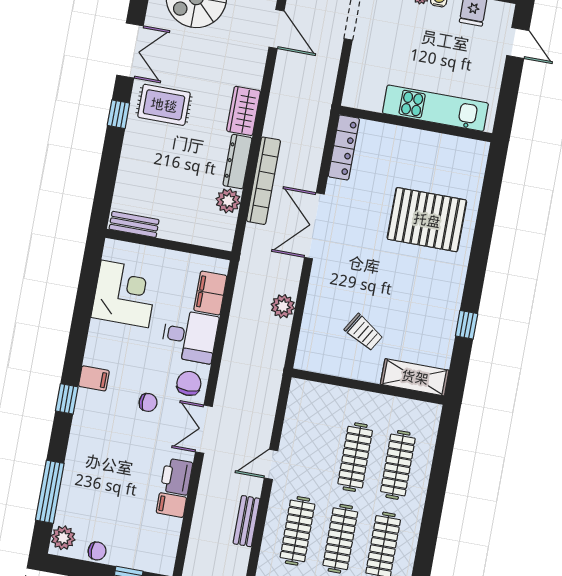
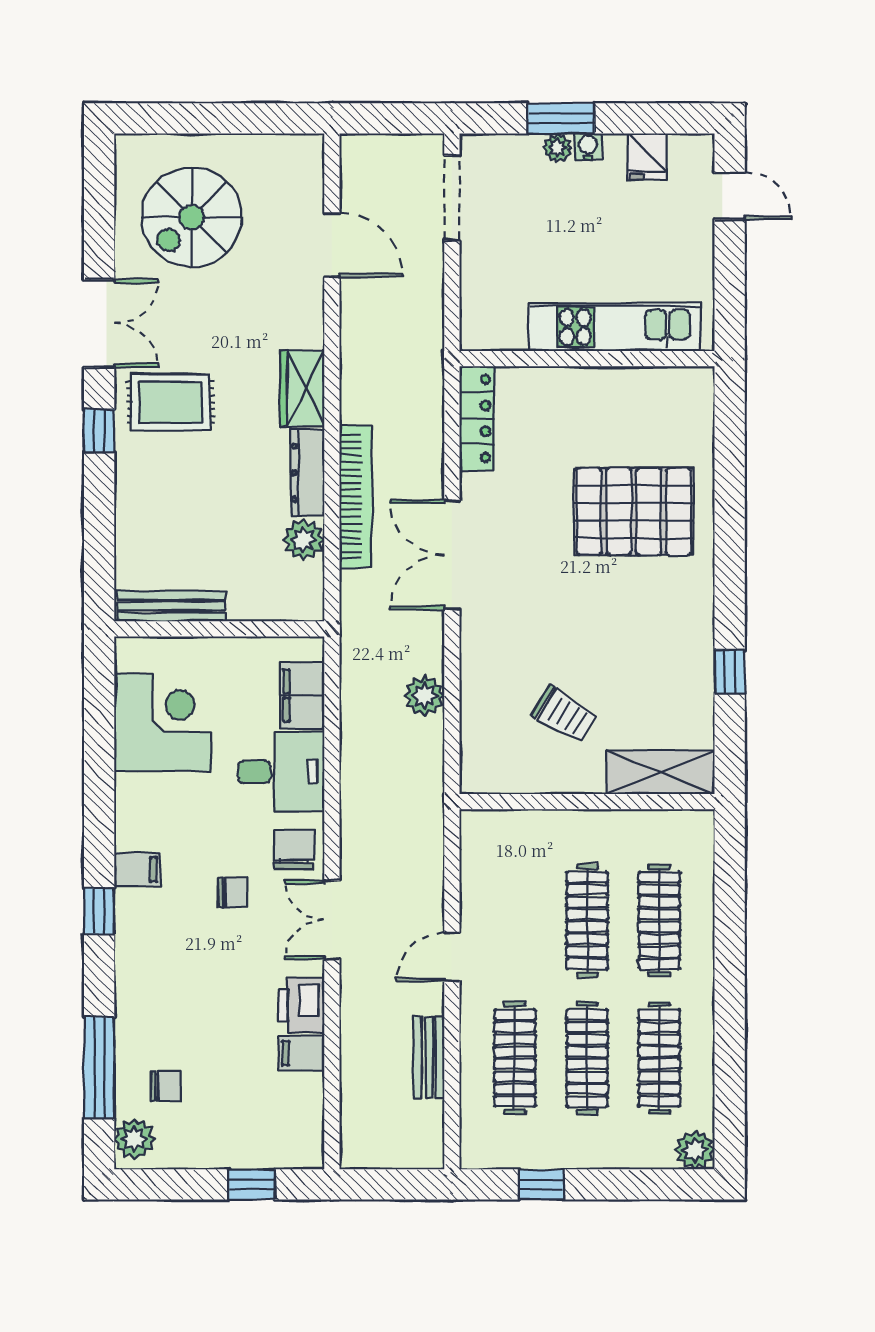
bench: (134, 224) -> (172, 606), width x1.36
chair: (97, 551) -> (166, 1086), moved

